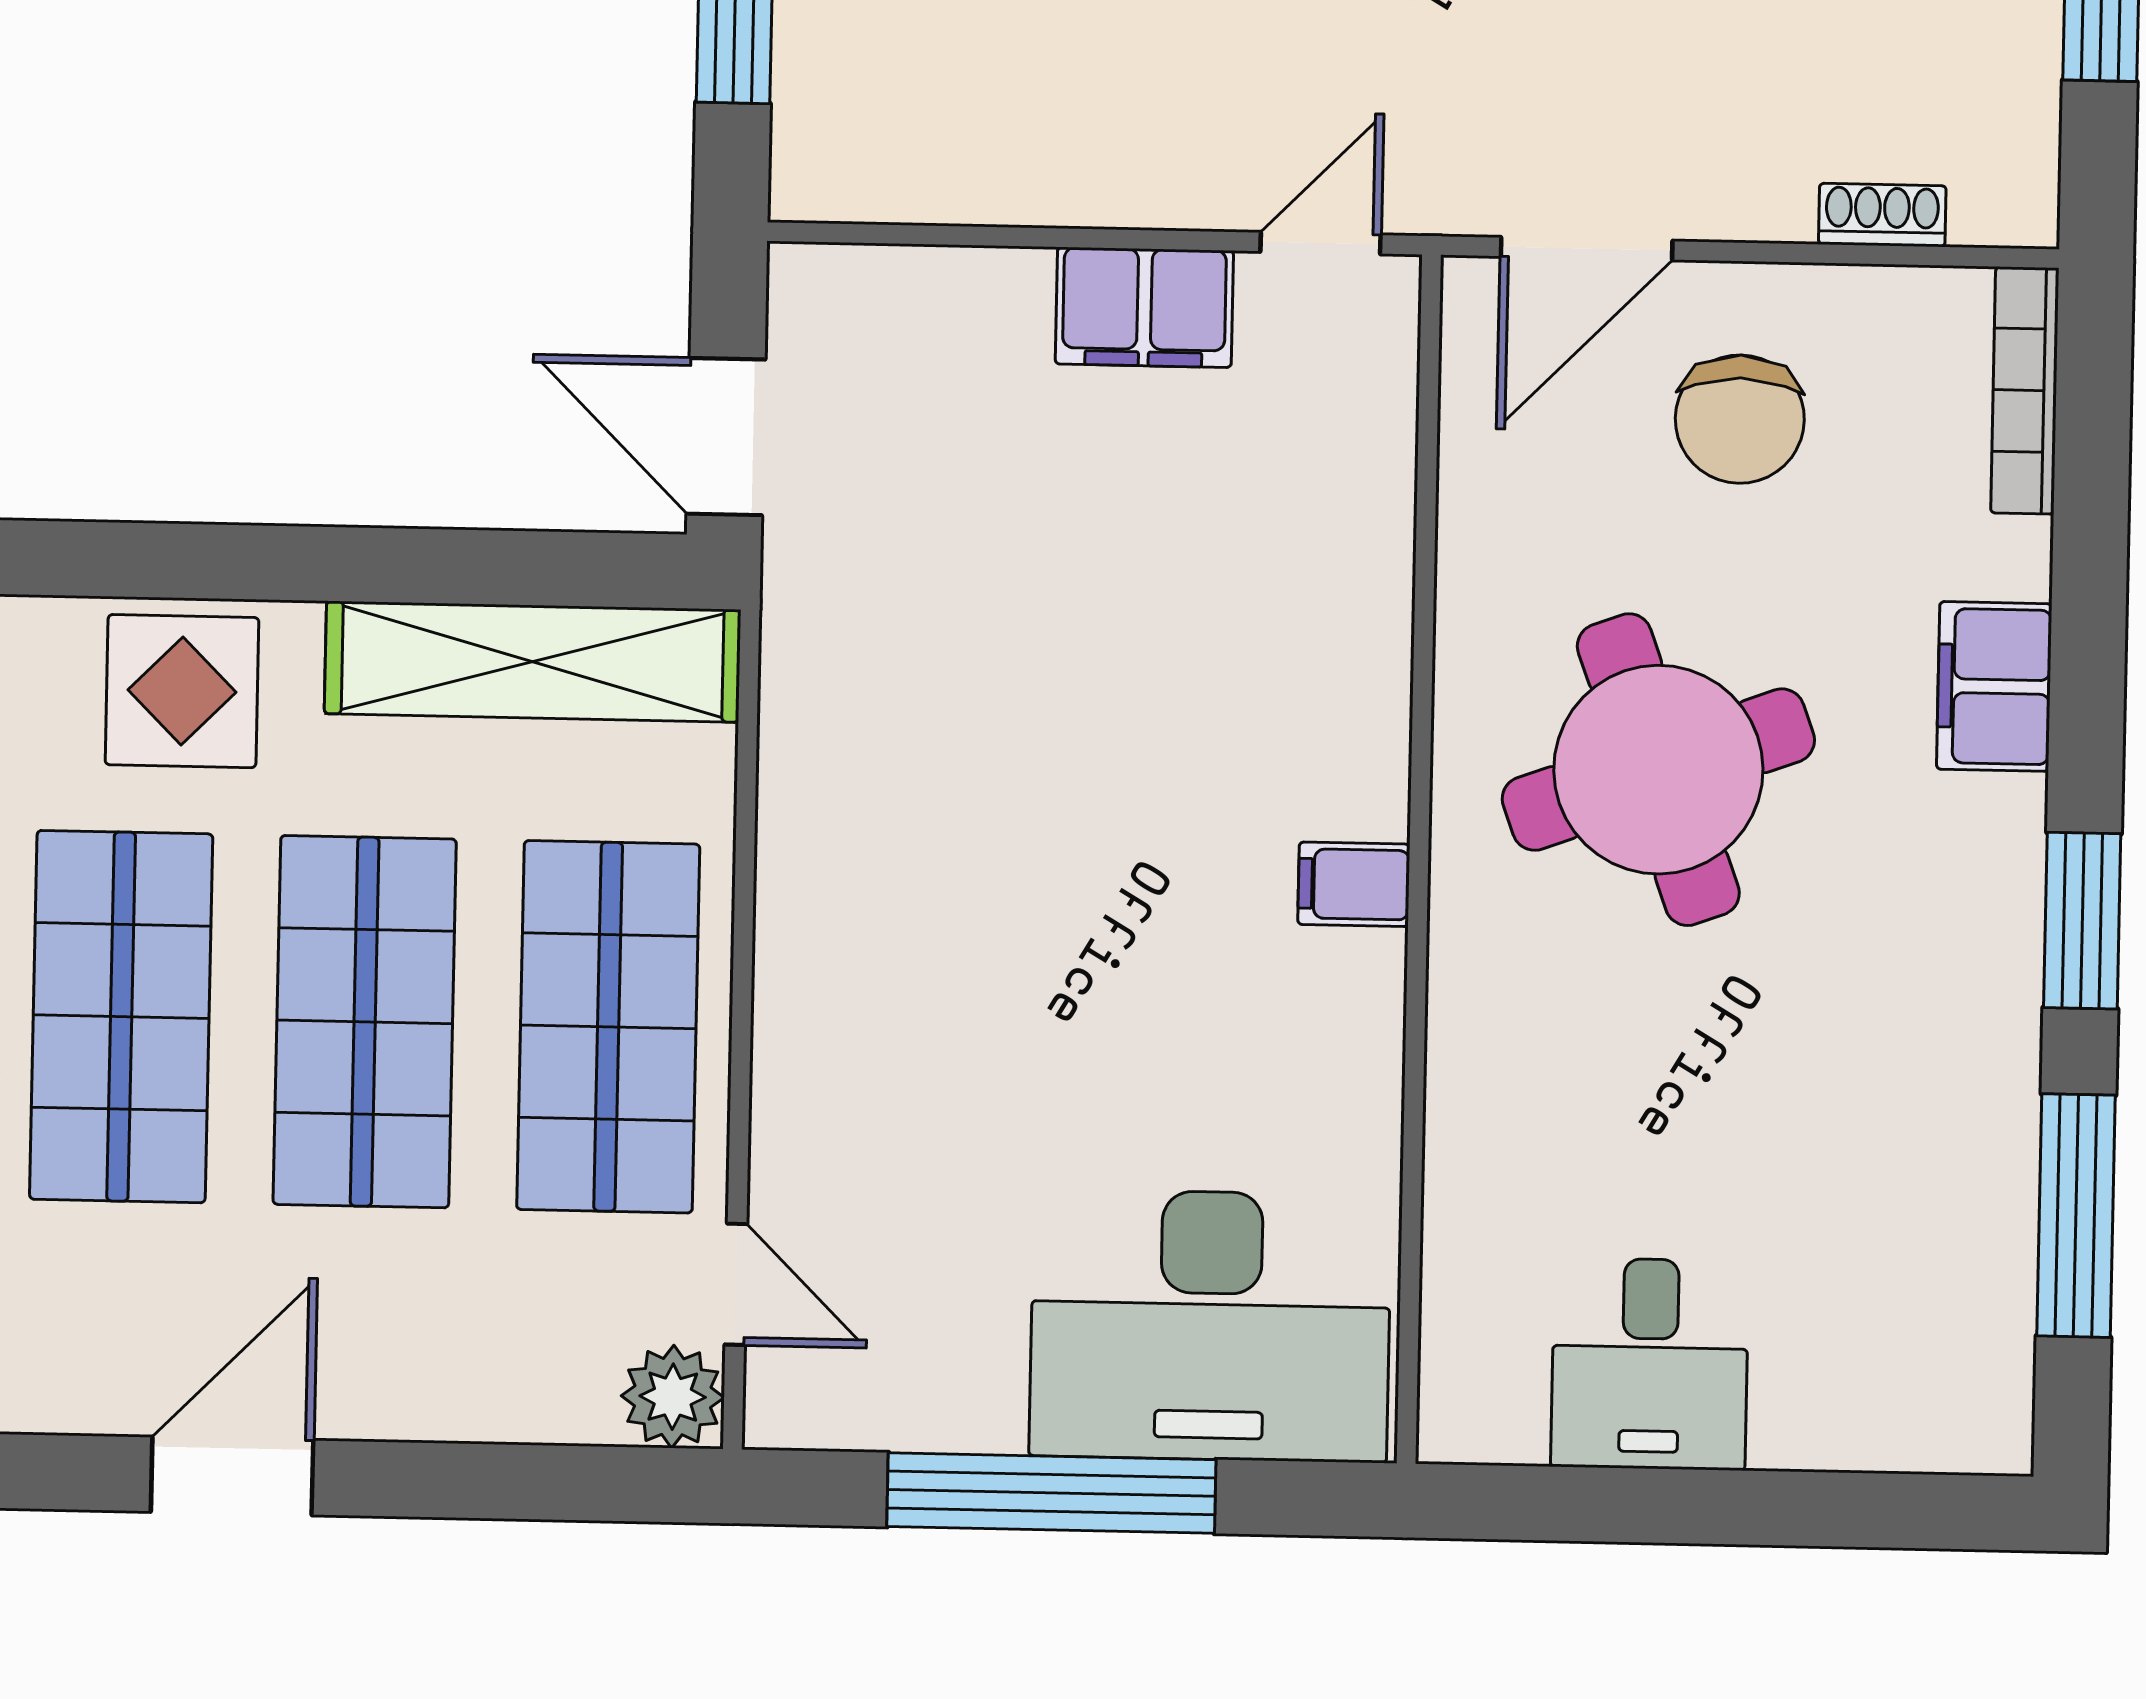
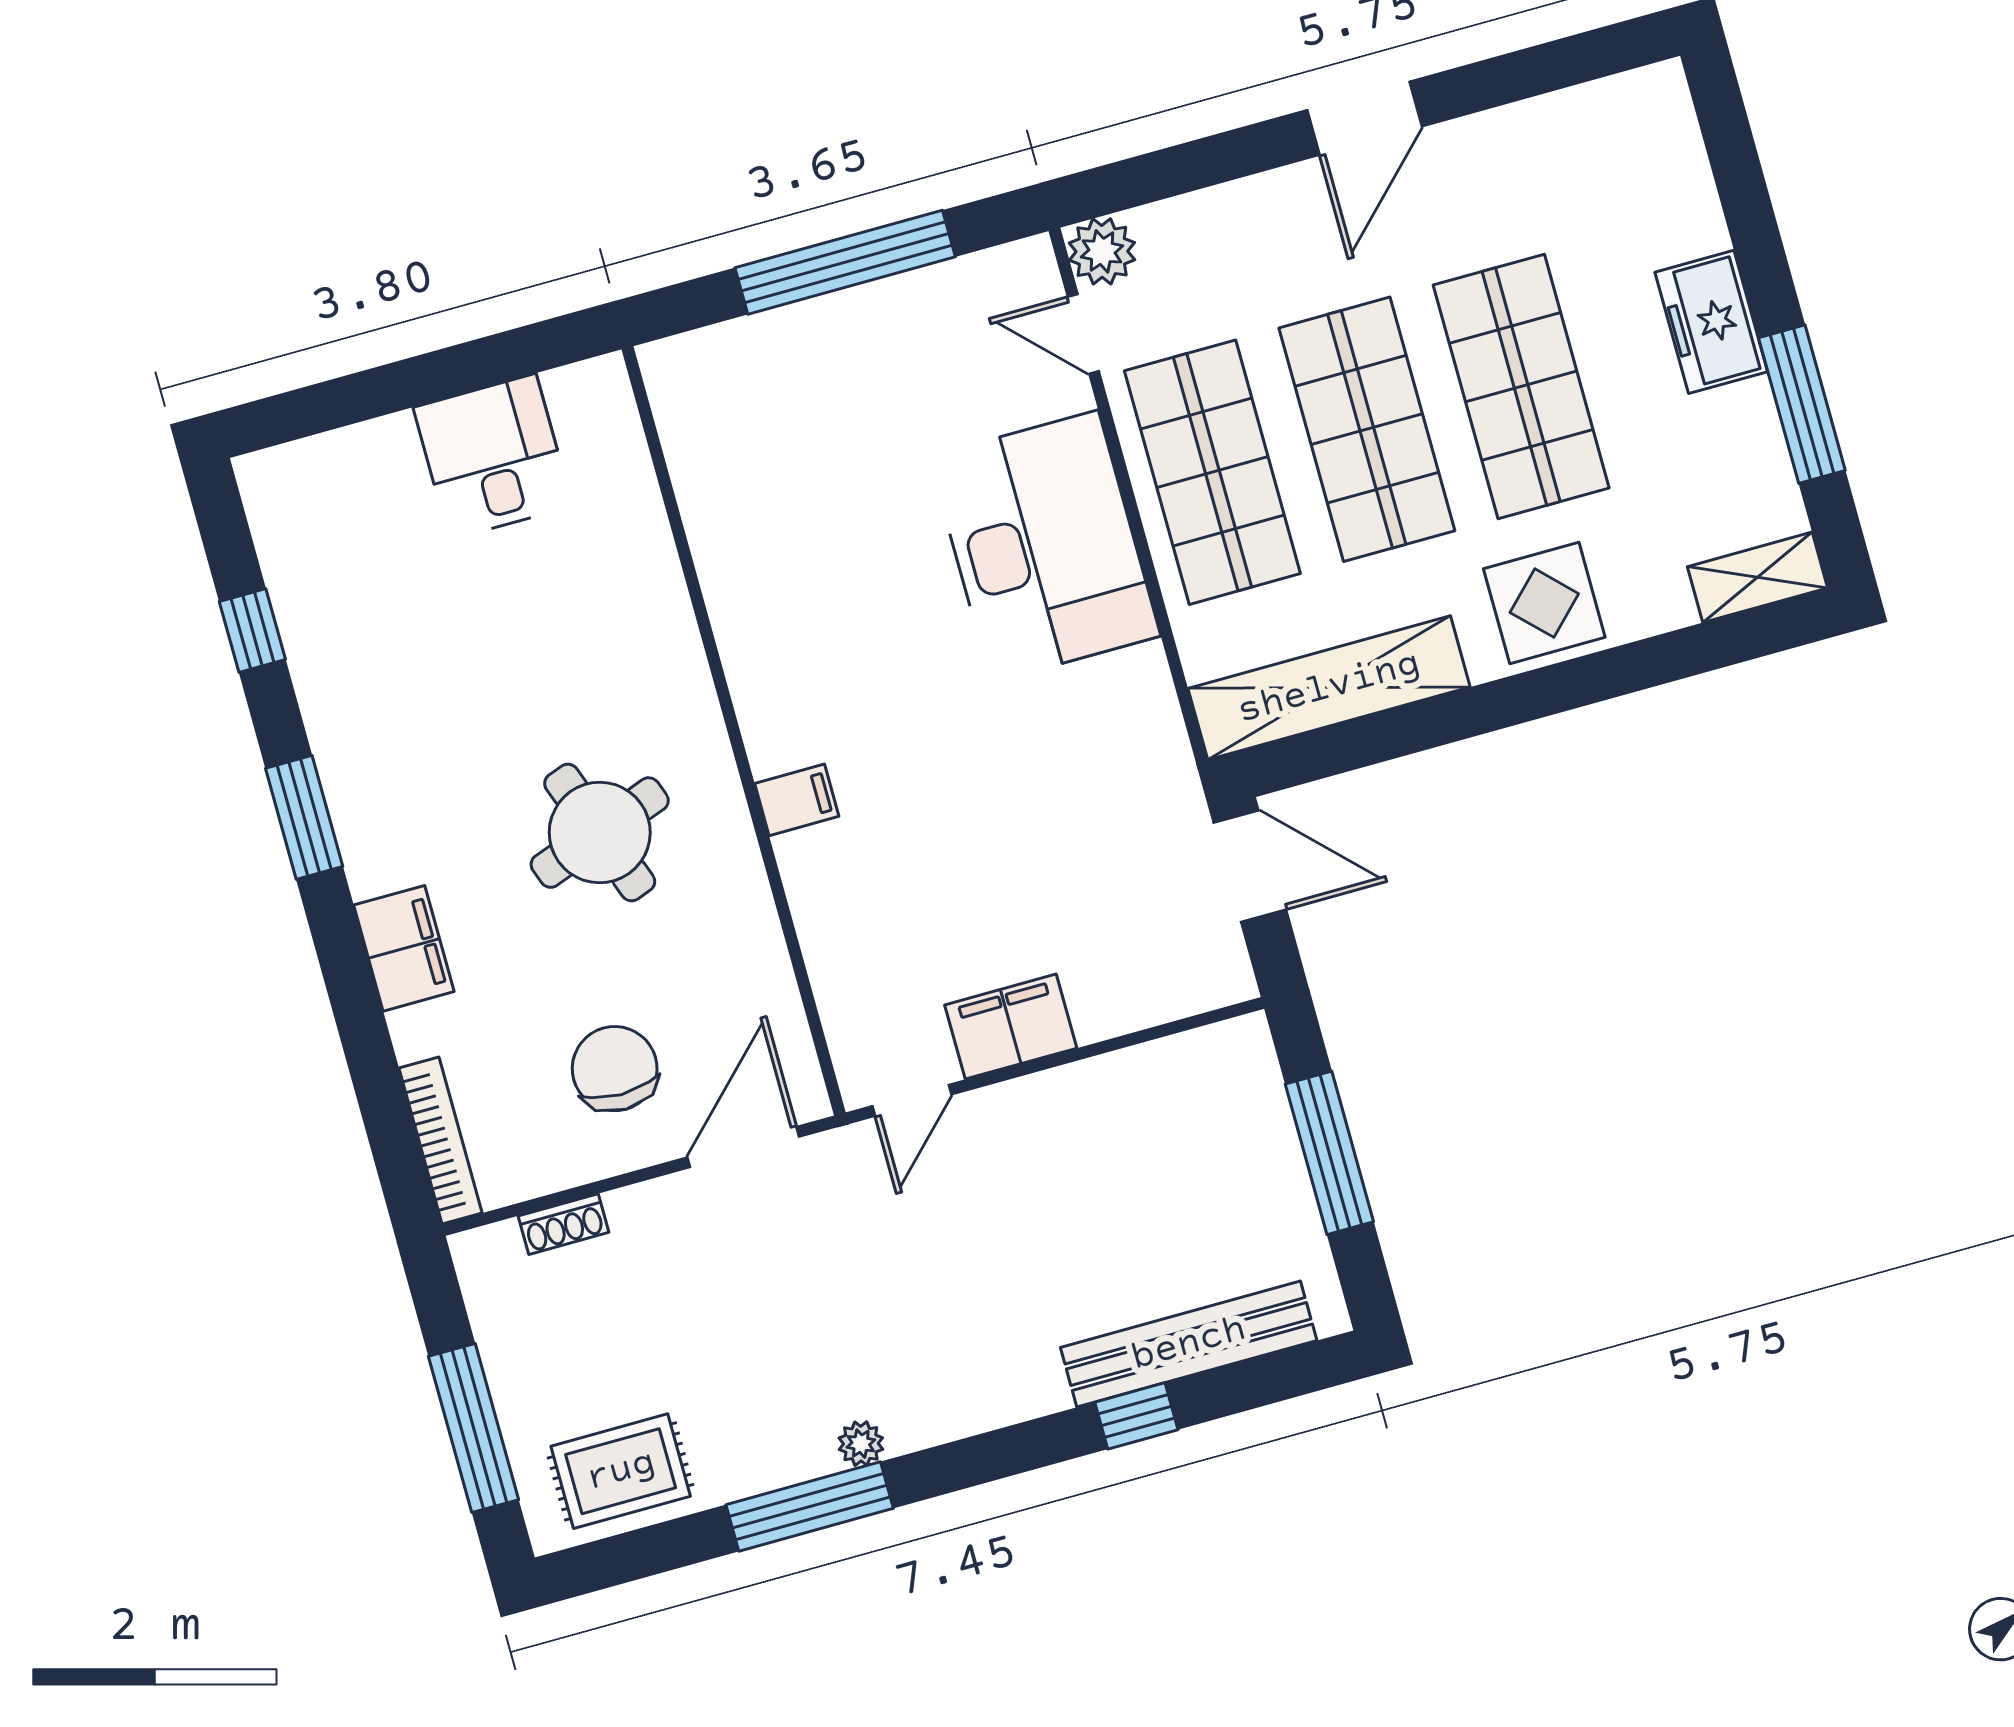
round table: (1658, 770) -> (600, 833), width x0.73, depth x0.73
filing cabinet: (1354, 884) -> (797, 800), moved
window: (2076, 1216) -> (252, 631), width x0.46
desk: (1210, 1326) -> (1045, 546), moved, turned 90

